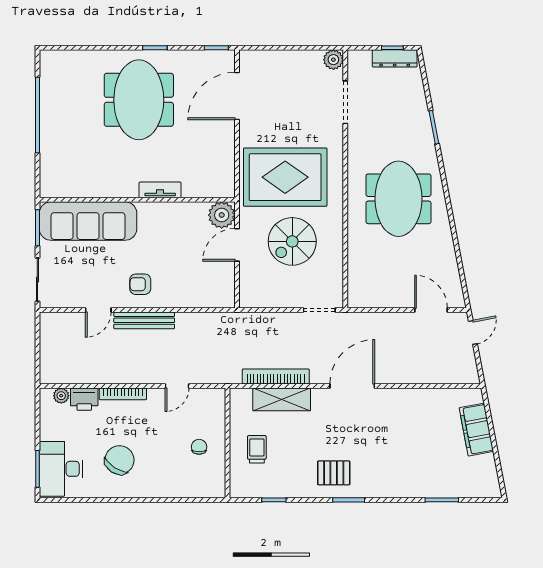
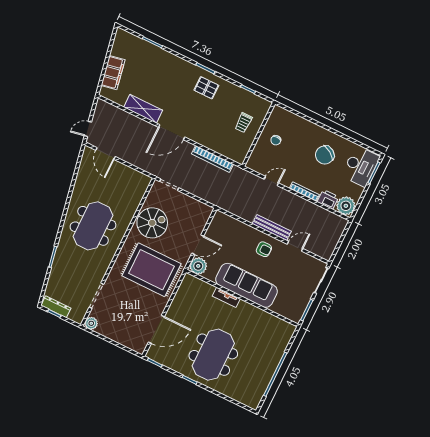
sofa: (88, 221) -> (246, 285), moved
spiral stairs: (292, 241) -> (152, 223), moved
plant: (61, 396) -> (346, 206), width x1.88, depth x1.88
shelving: (282, 399) -> (143, 109), moved

